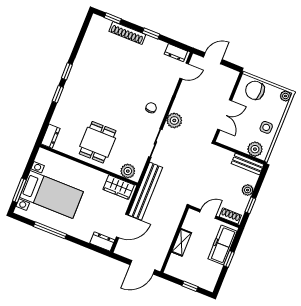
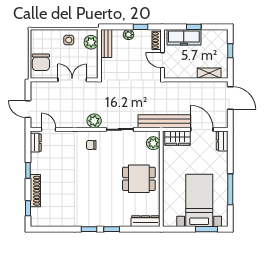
plant: (285, 96) -> (35, 34), removed
dresser: (50, 136) -> (145, 221), width x1.44
wardrobe: (119, 187) -> (178, 138), moved, turned 90
shelving: (182, 242) -> (209, 73), moved

